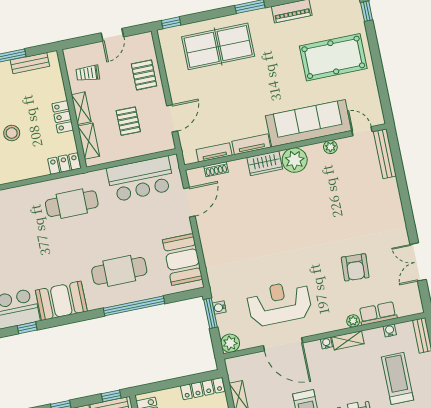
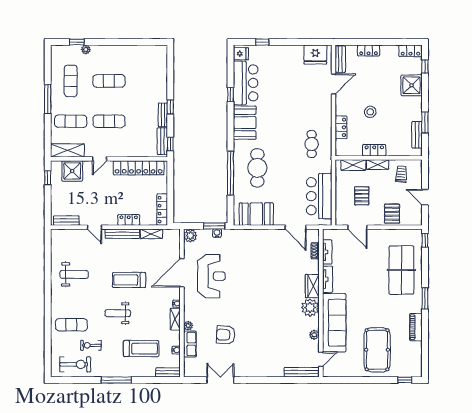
pallet: (144, 75) -> (392, 214), turned 90
pallet: (128, 121) -> (362, 196), turned 90
locker: (64, 164) -> (341, 127), moved
cafe table: (72, 204) -> (312, 144), width x0.73, depth x0.74

